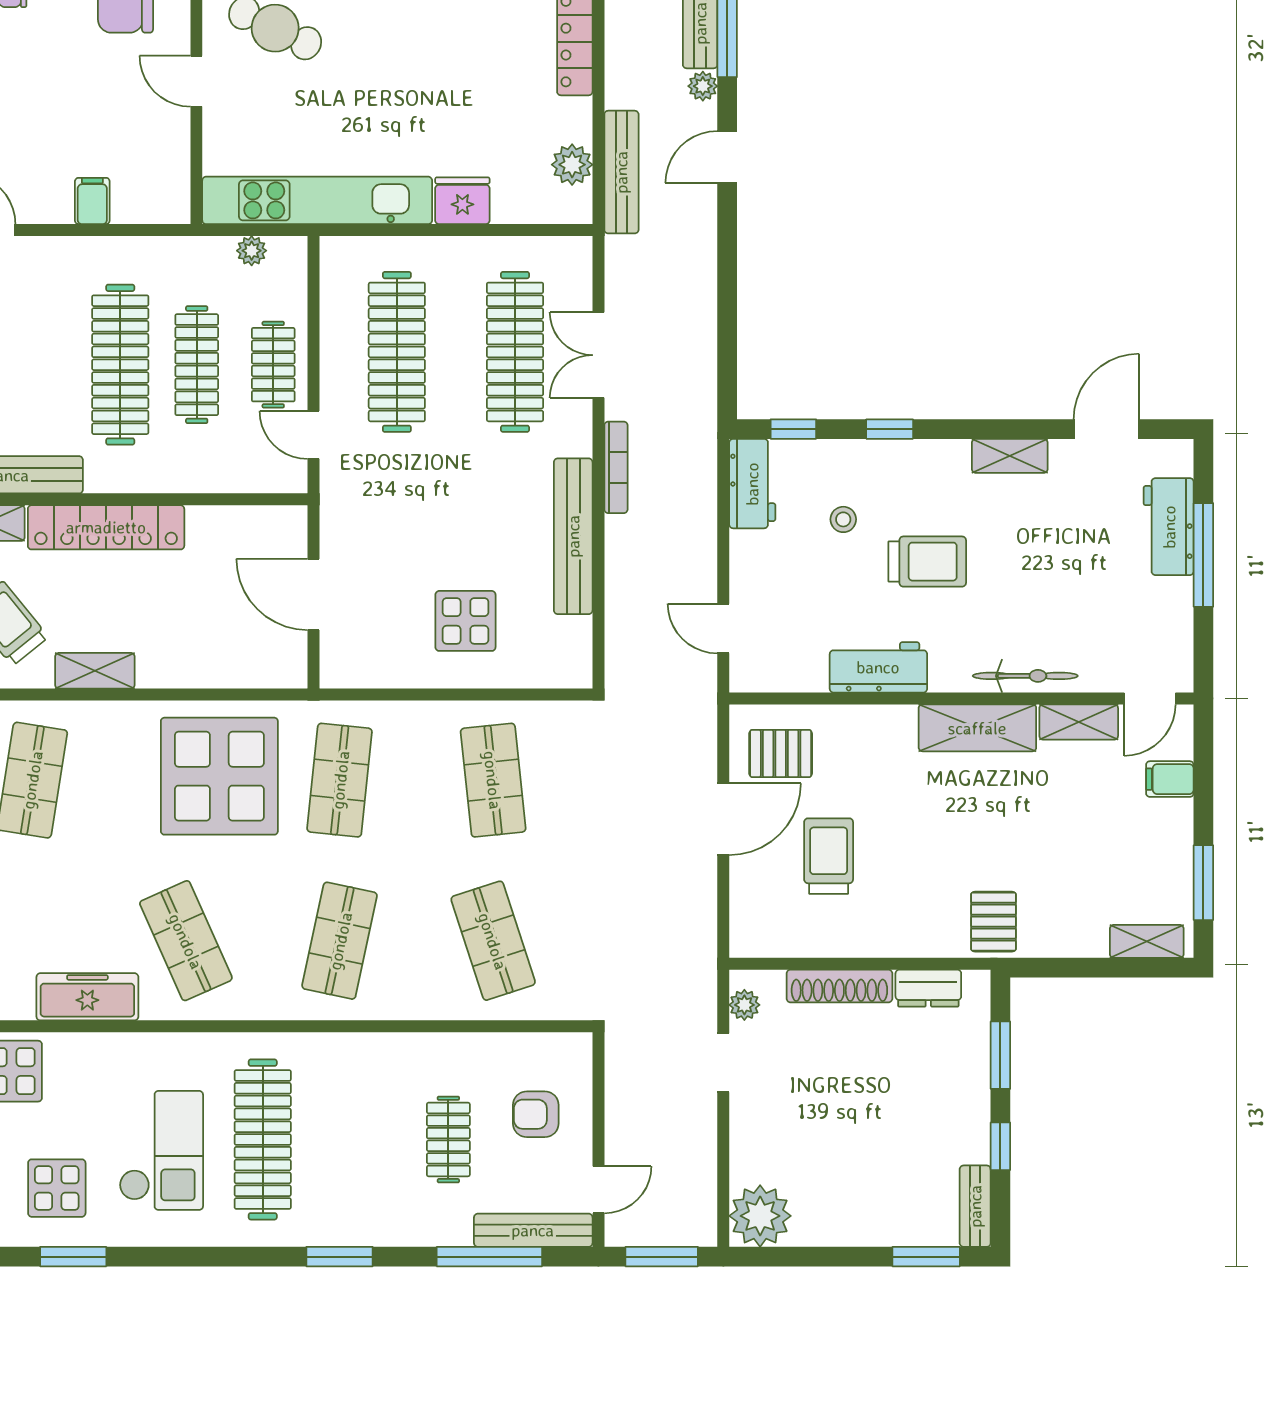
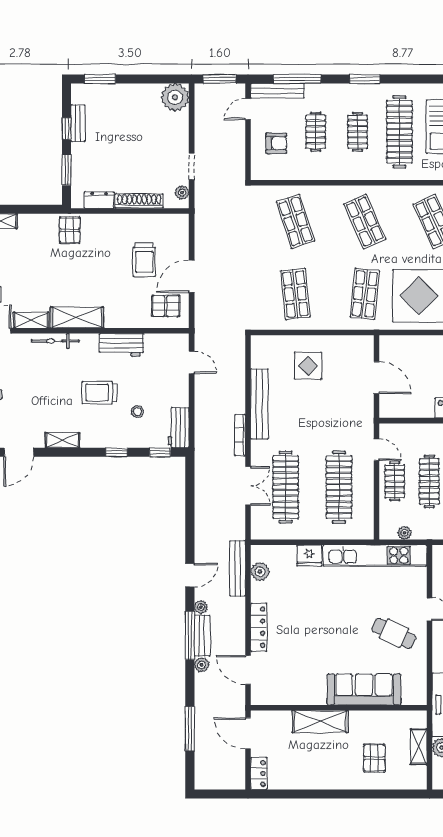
shop shelf: (340, 941) -> (365, 221), turned -36
clothes rail: (356, 1139) -> (358, 132), added
bench: (975, 1206) -> (78, 123), moved

